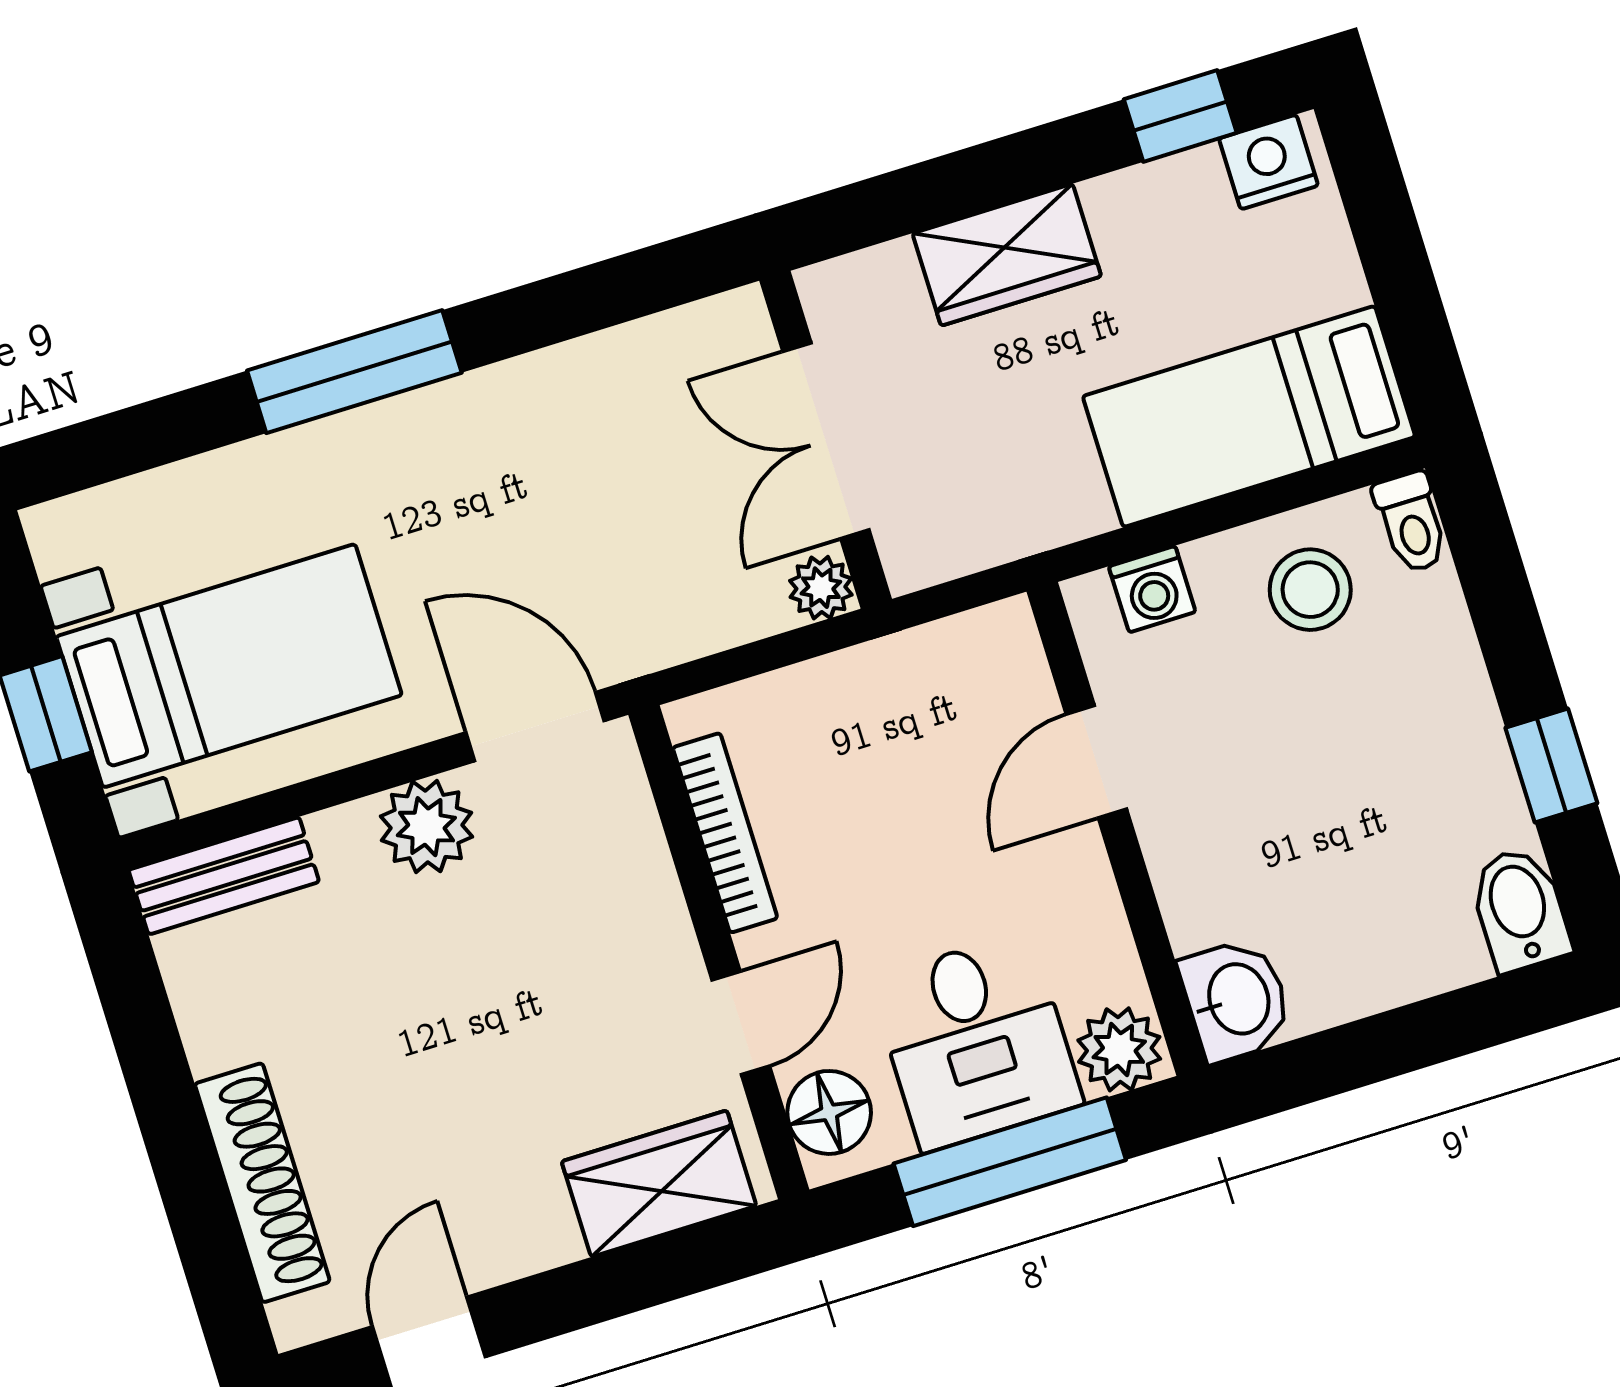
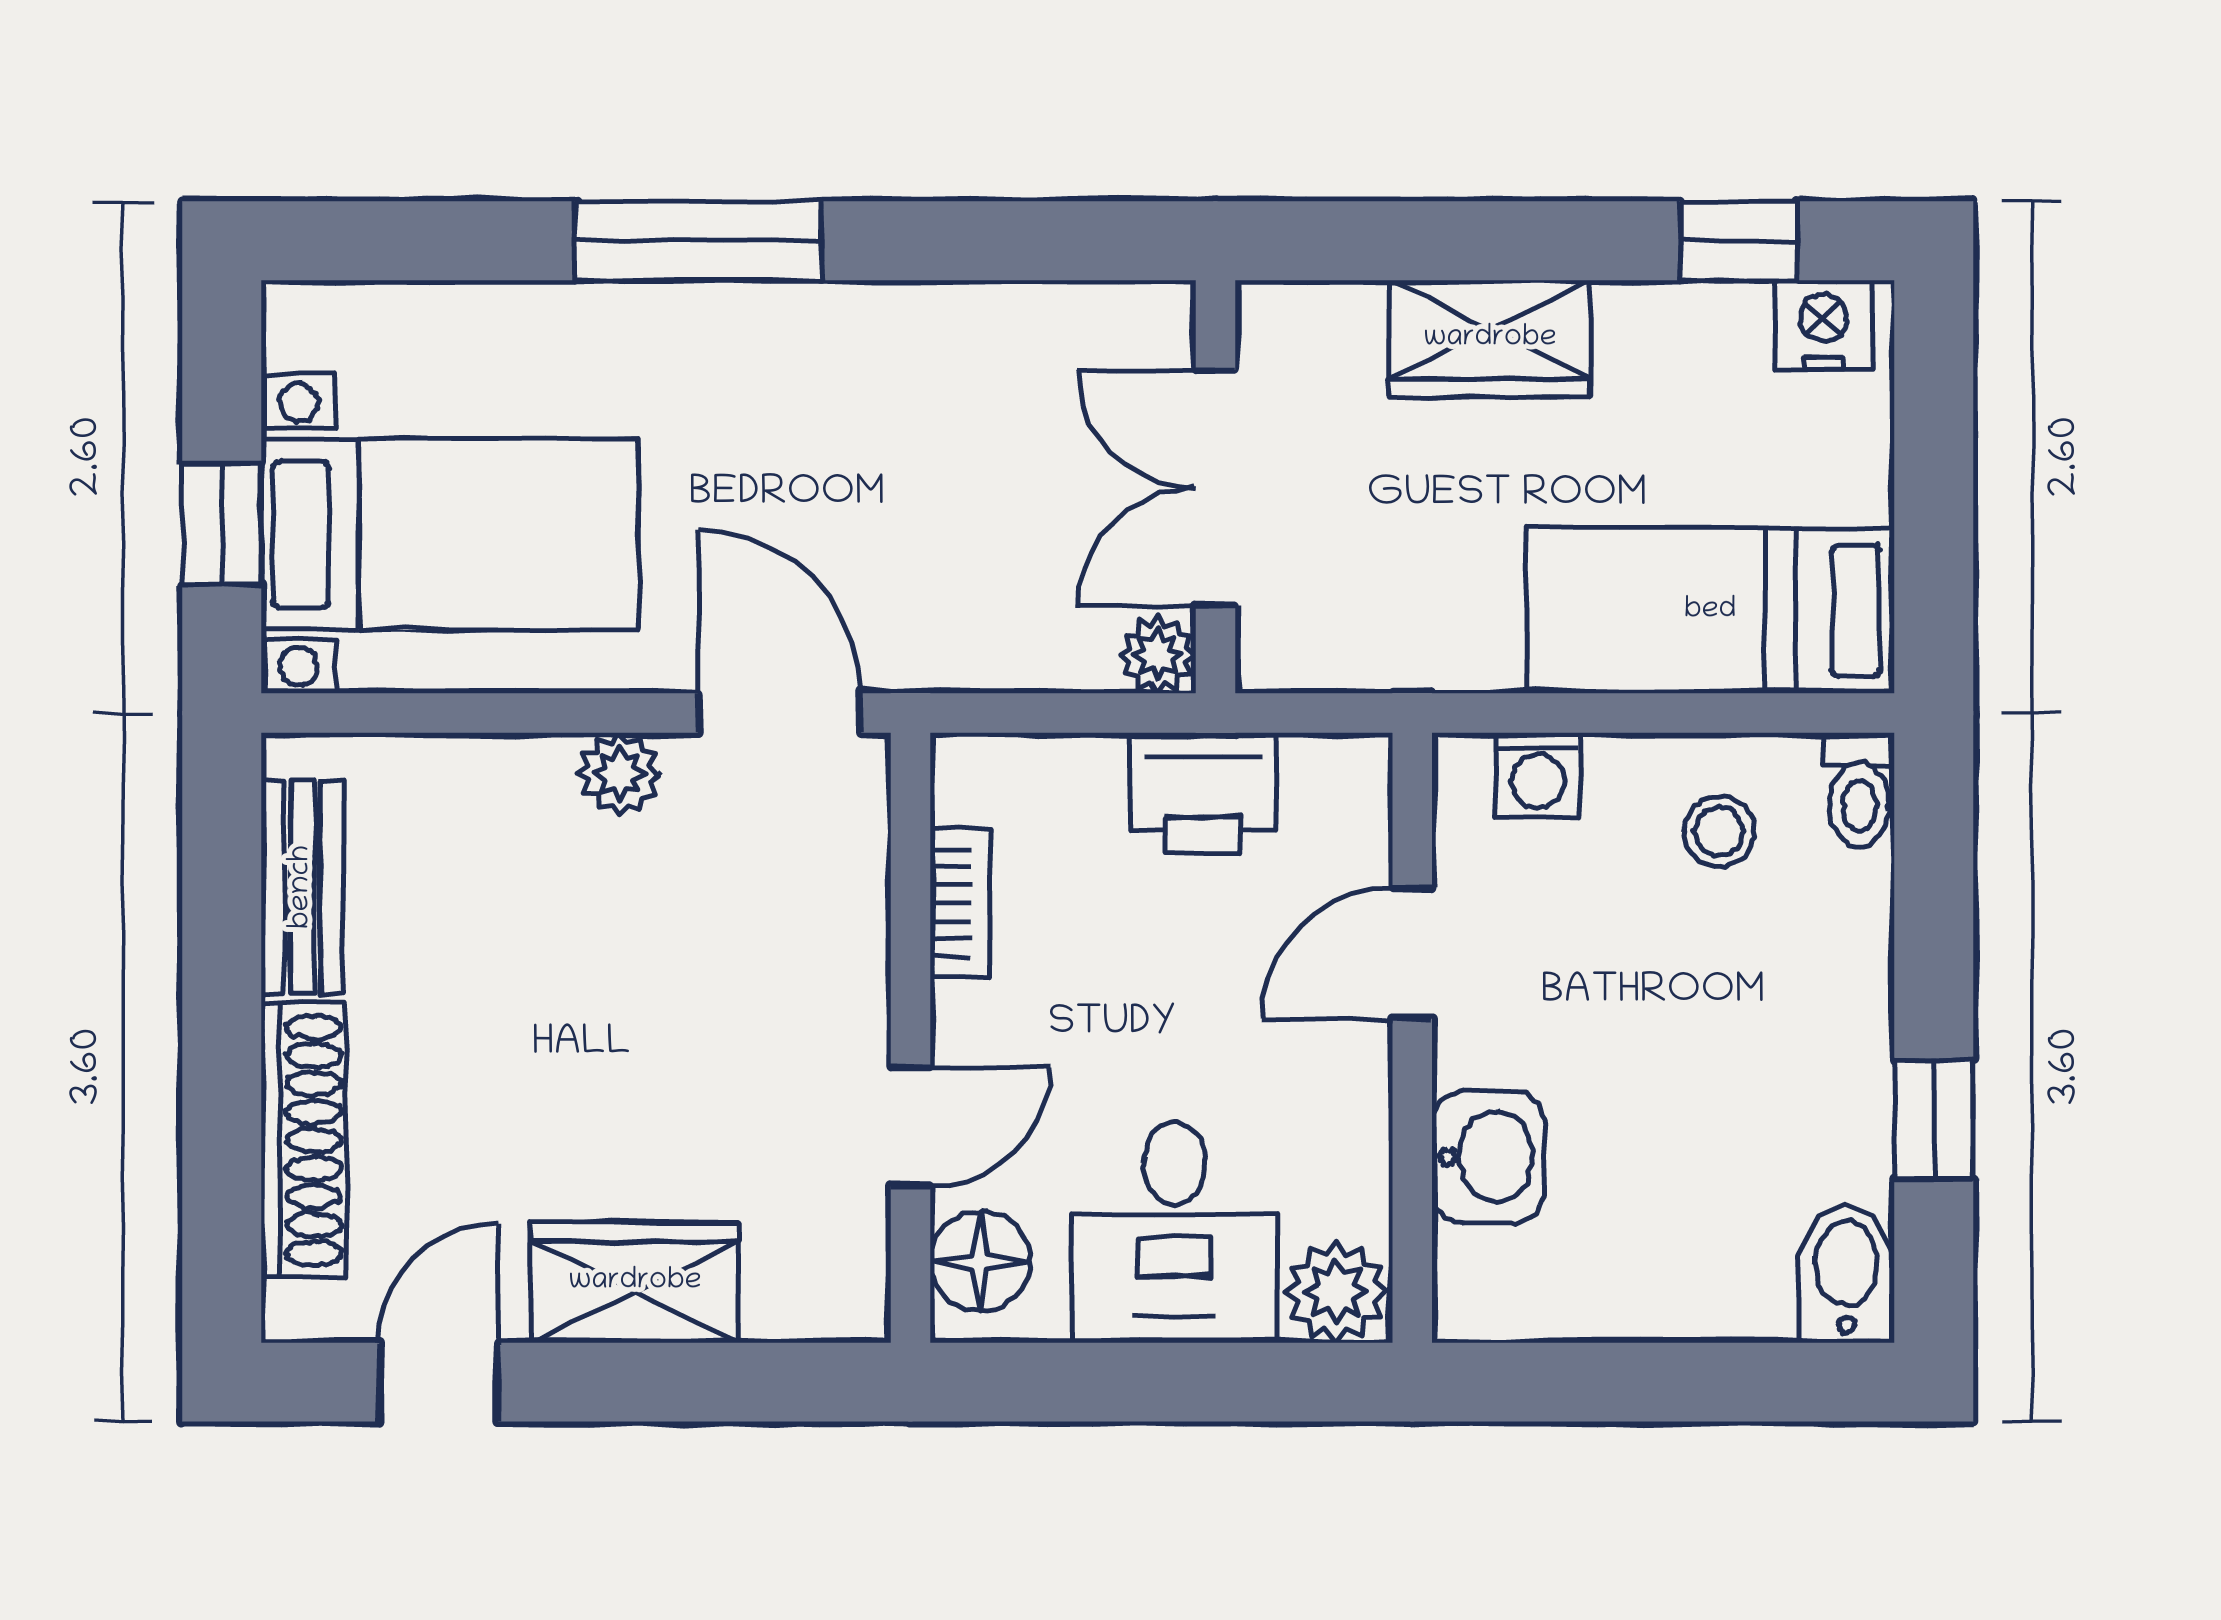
stool: (1310, 590) -> (1719, 831), width x0.73, depth x0.73
printer: (891, 686) -> (1203, 793), added
plant: (426, 827) -> (619, 774), width x0.73, depth x0.73
bookcase: (725, 833) -> (960, 903), width x0.64
bench: (224, 876) -> (302, 887), moved, turned 90
washbasin: (1236, 1000) -> (1488, 1157), moved
window: (1010, 1162) -> (1170, 1382), removed
wardrobe: (659, 1184) -> (635, 1282), moved

